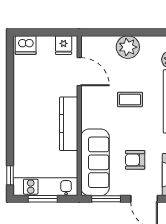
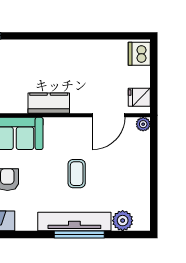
plant: (128, 47) -> (143, 124), moved, width x0.53, depth x0.53
kitchen counter: (69, 124) -> (49, 103), width x0.67

